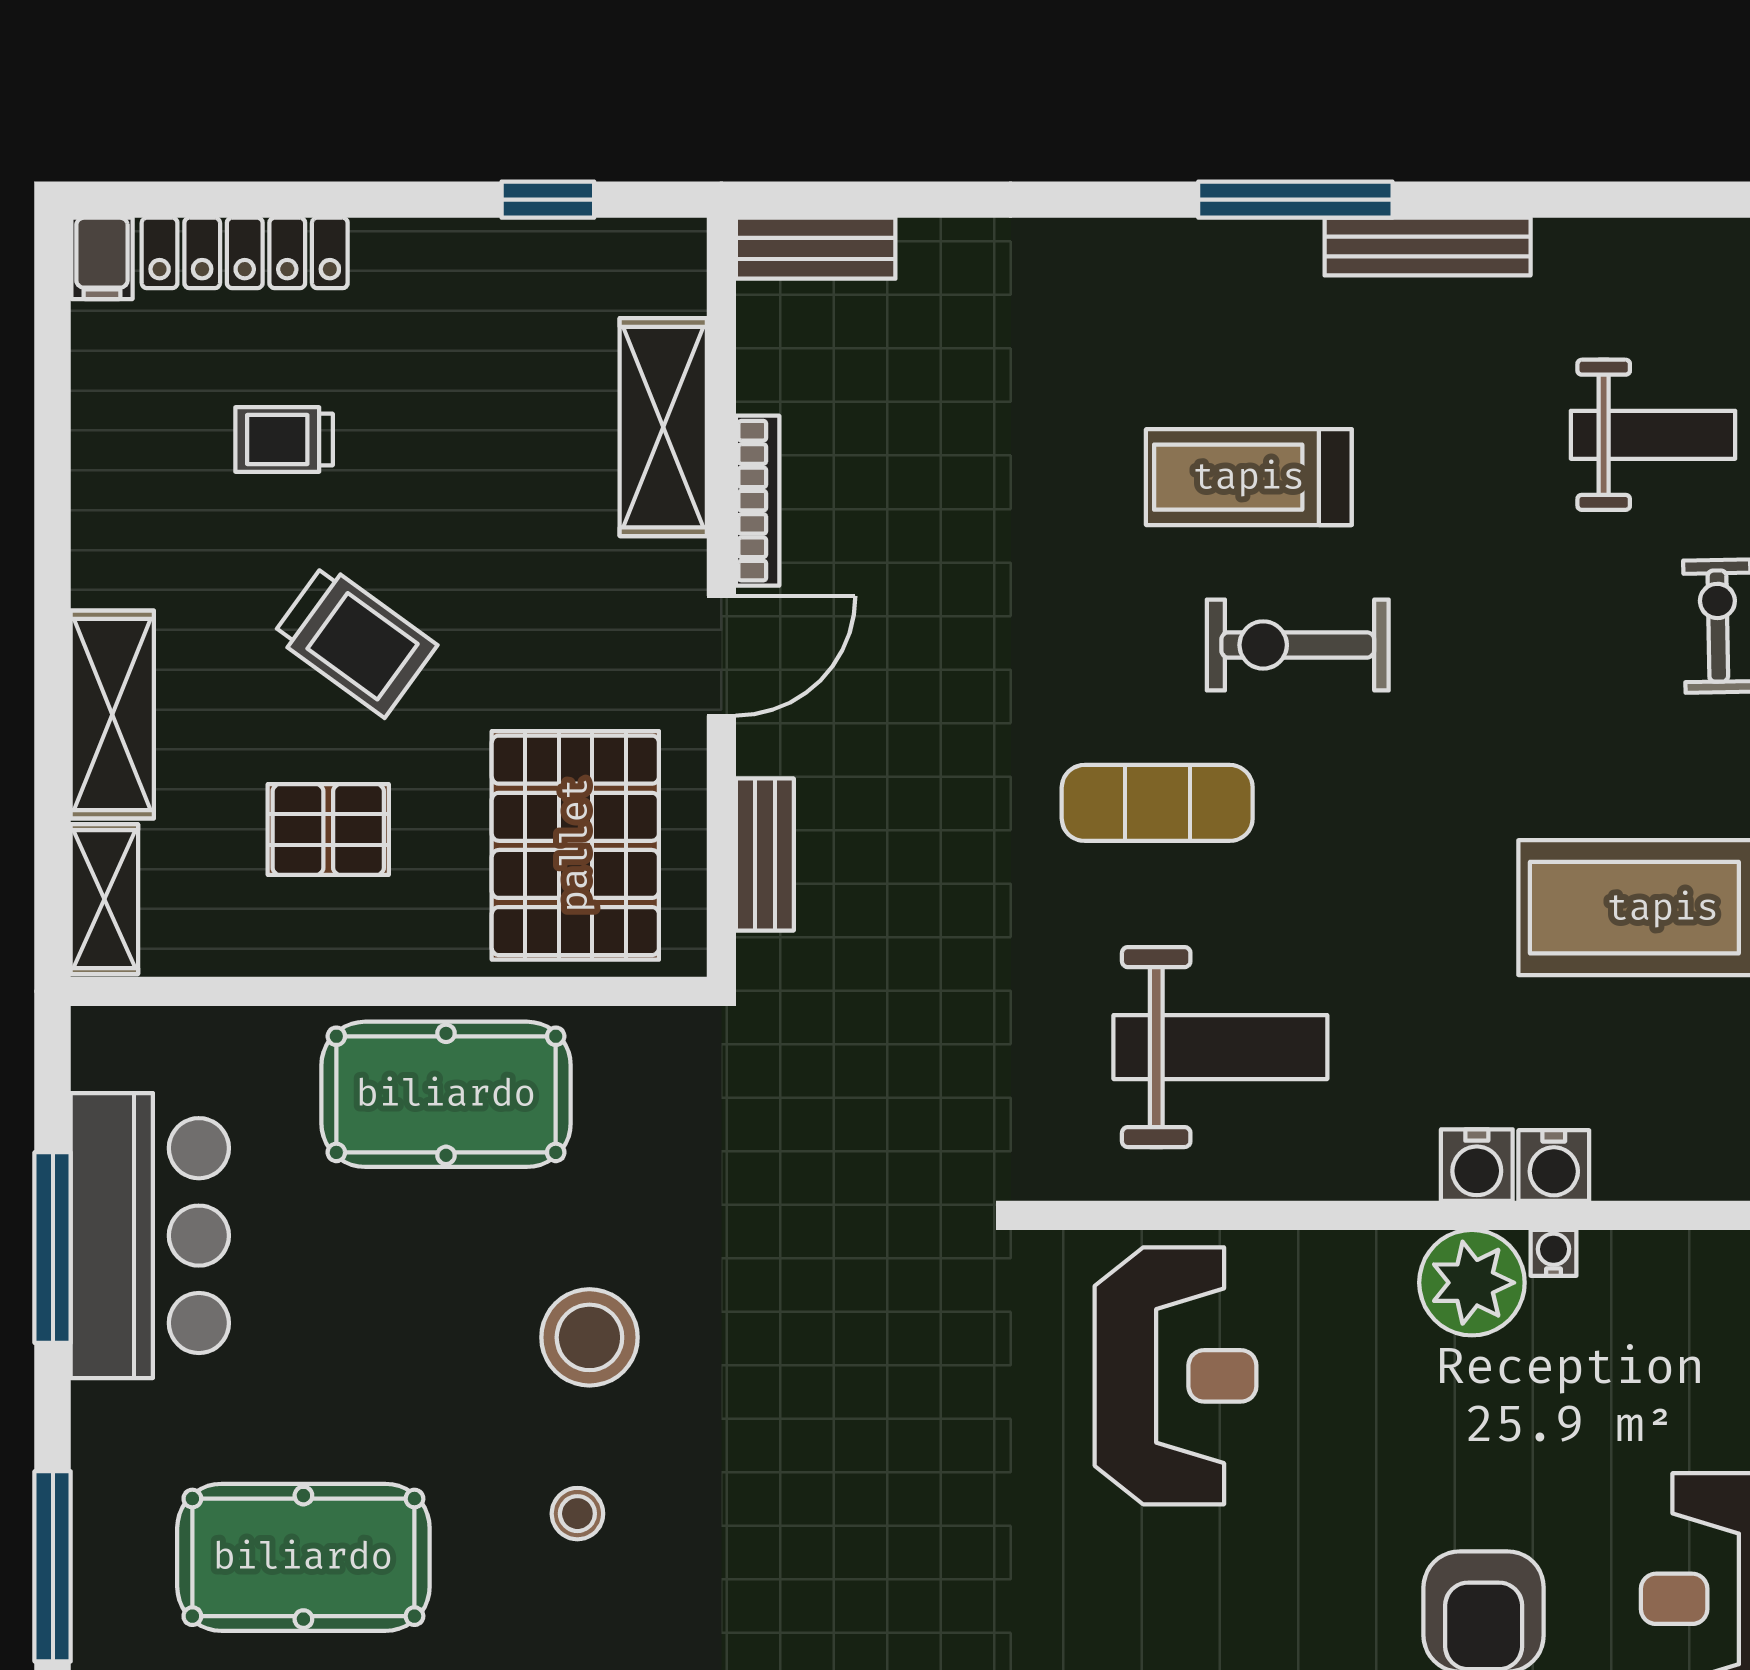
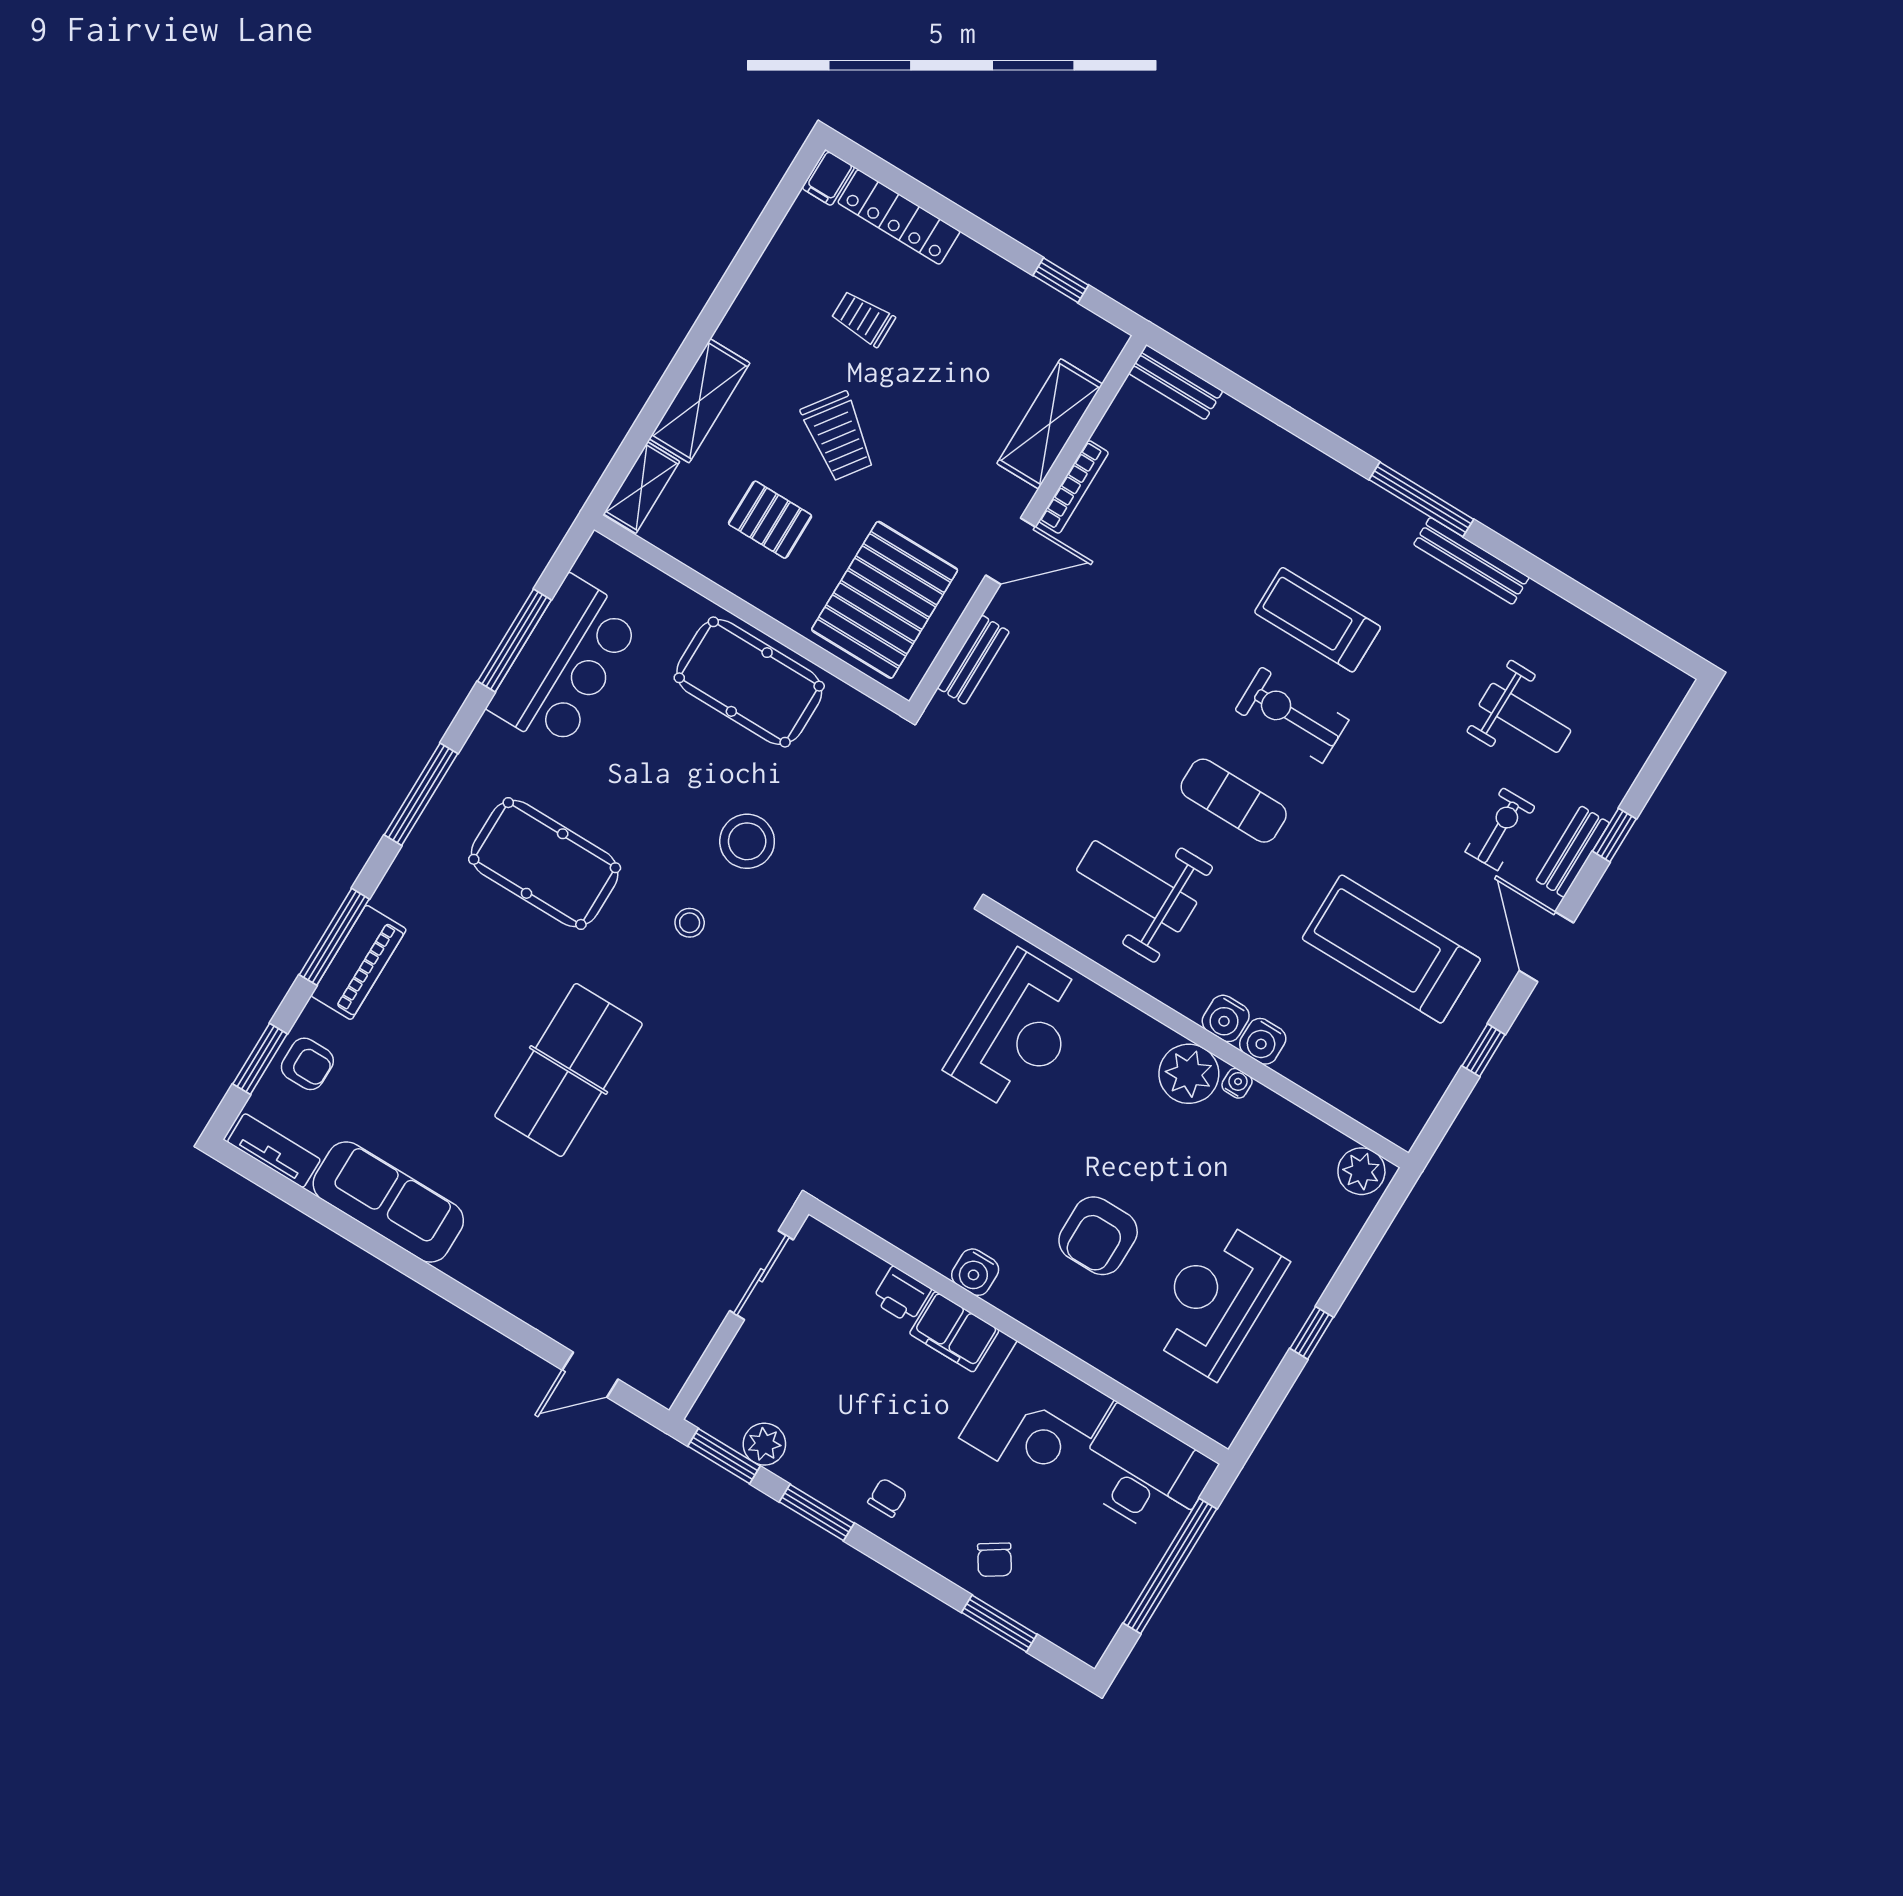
exercise mat: (1157, 803) -> (1234, 801), moved
weight bench: (1220, 1047) -> (1137, 886), turned 180

